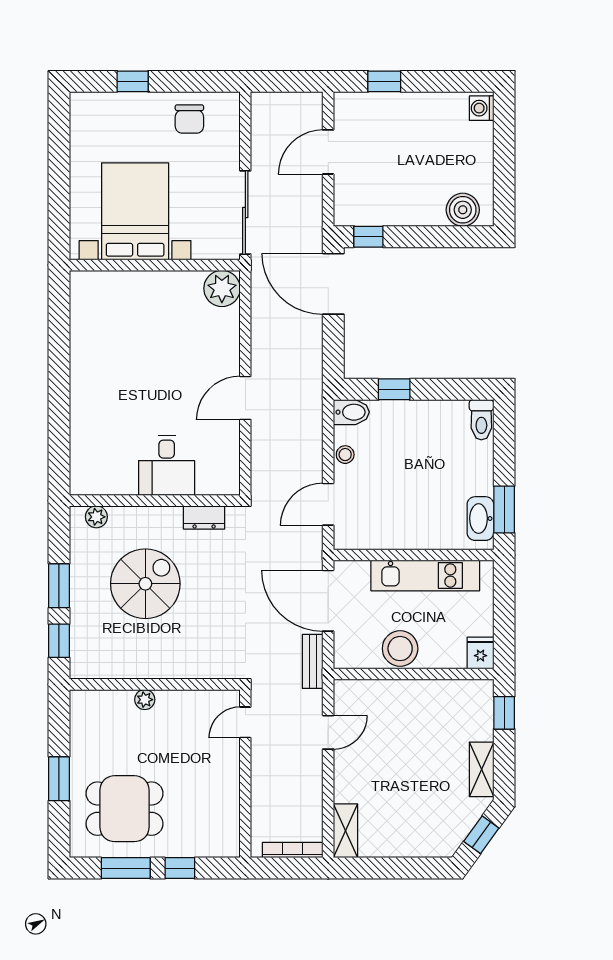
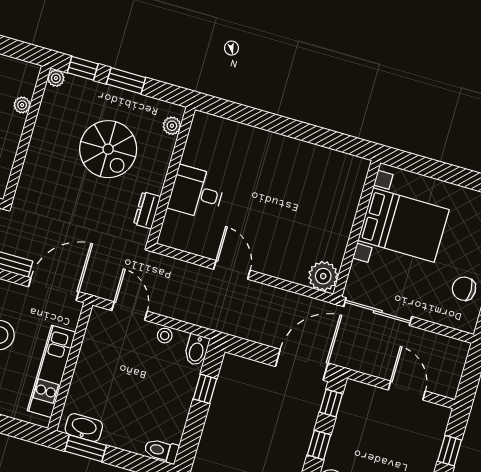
window: (422, 237) -> (319, 445), added
plant: (80, 669) -> (56, 78), added
plant: (145, 700) -> (22, 105), moved

